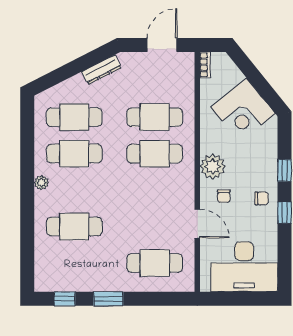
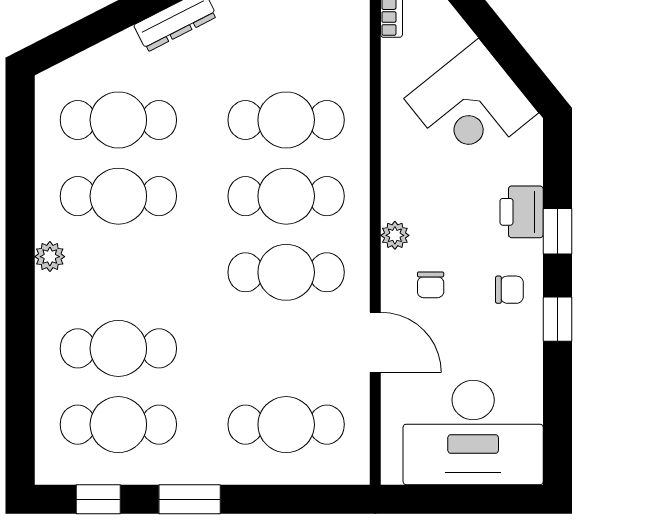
printer: (267, 161) -> (522, 212), added
plant: (213, 166) -> (395, 235), width x0.53, depth x0.53
cafe table: (155, 190) -> (286, 272), added
cafe table: (74, 263) -> (118, 425), added

